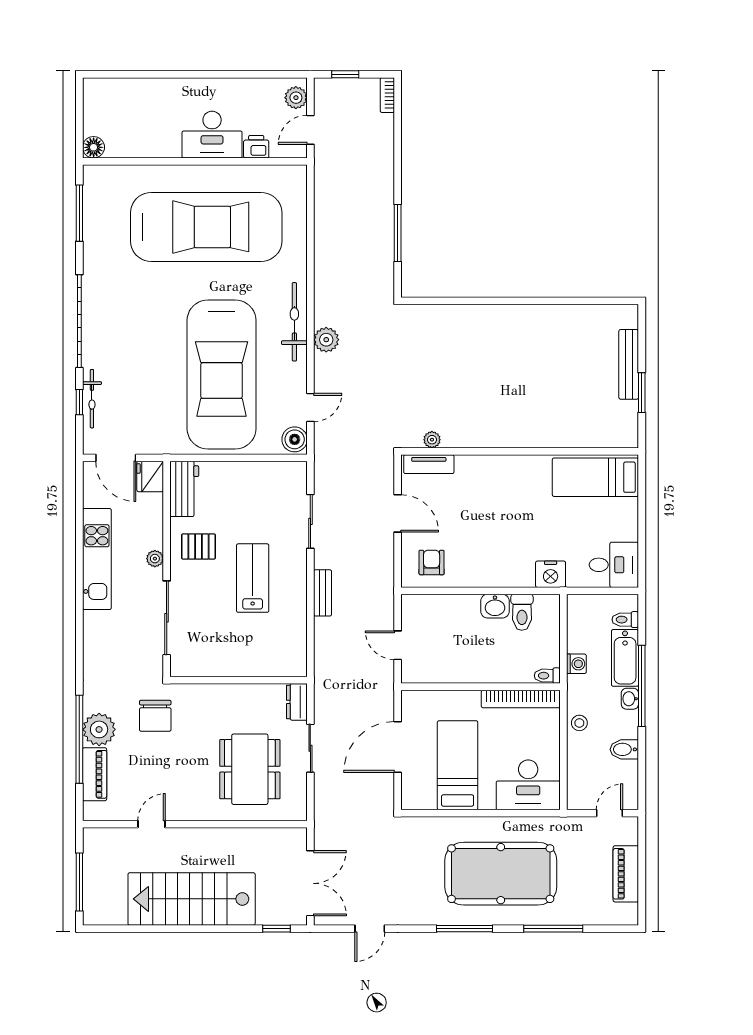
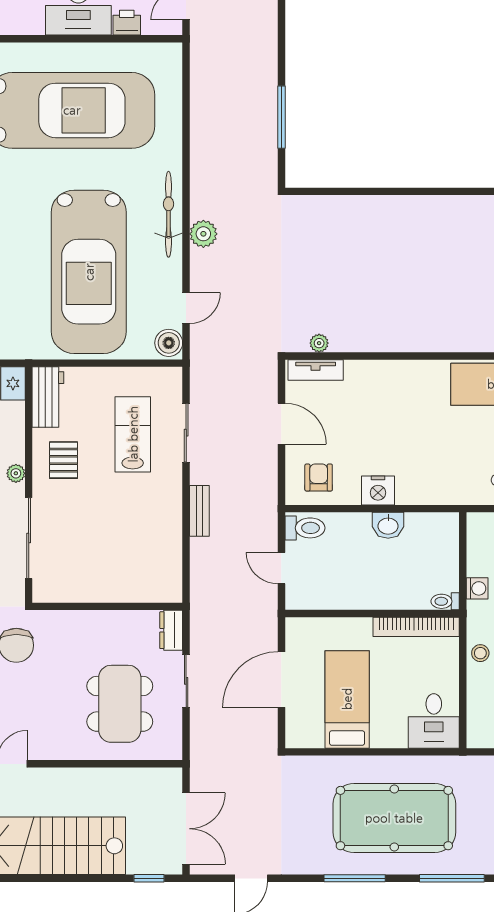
pallet: (198, 546) -> (64, 460), turned 90
nightstand: (551, 574) -> (378, 490), moved
lab bench: (253, 578) -> (133, 434), moved
toilet: (522, 612) -> (305, 528), moved, turned -90
desk: (528, 785) -> (434, 721), width x0.73

